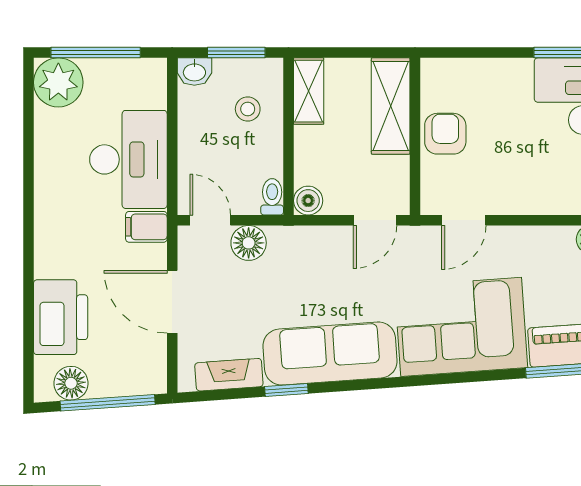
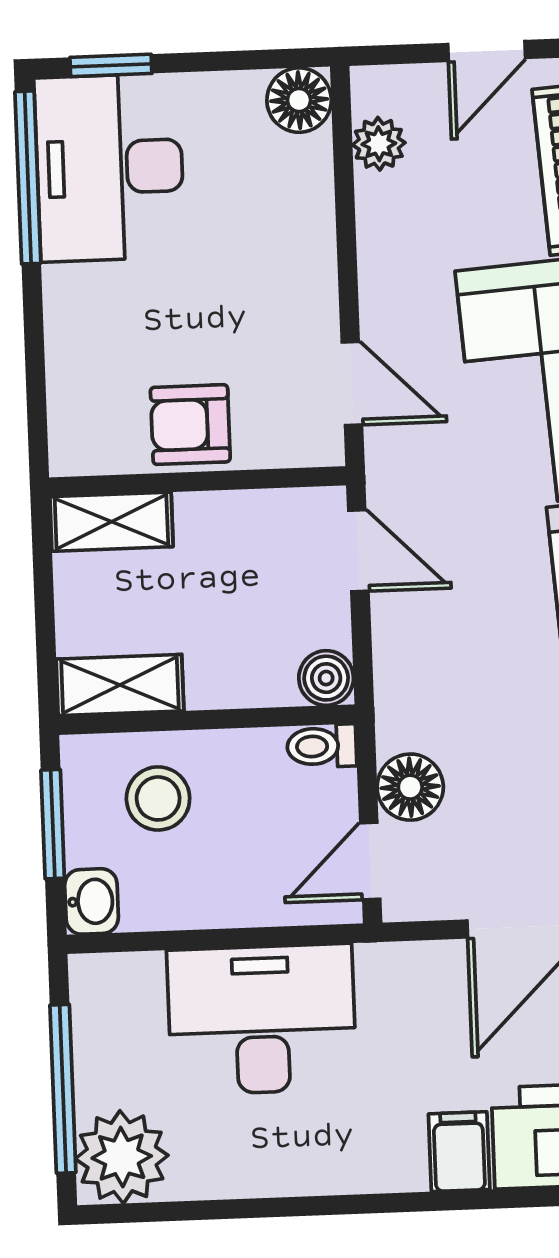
shelving: (391, 106) -> (111, 522), width x0.67, depth x0.75
stool: (248, 109) -> (158, 798), width x1.37, depth x1.37
filing cabinet: (146, 227) -> (459, 1152), moved, turned 180

